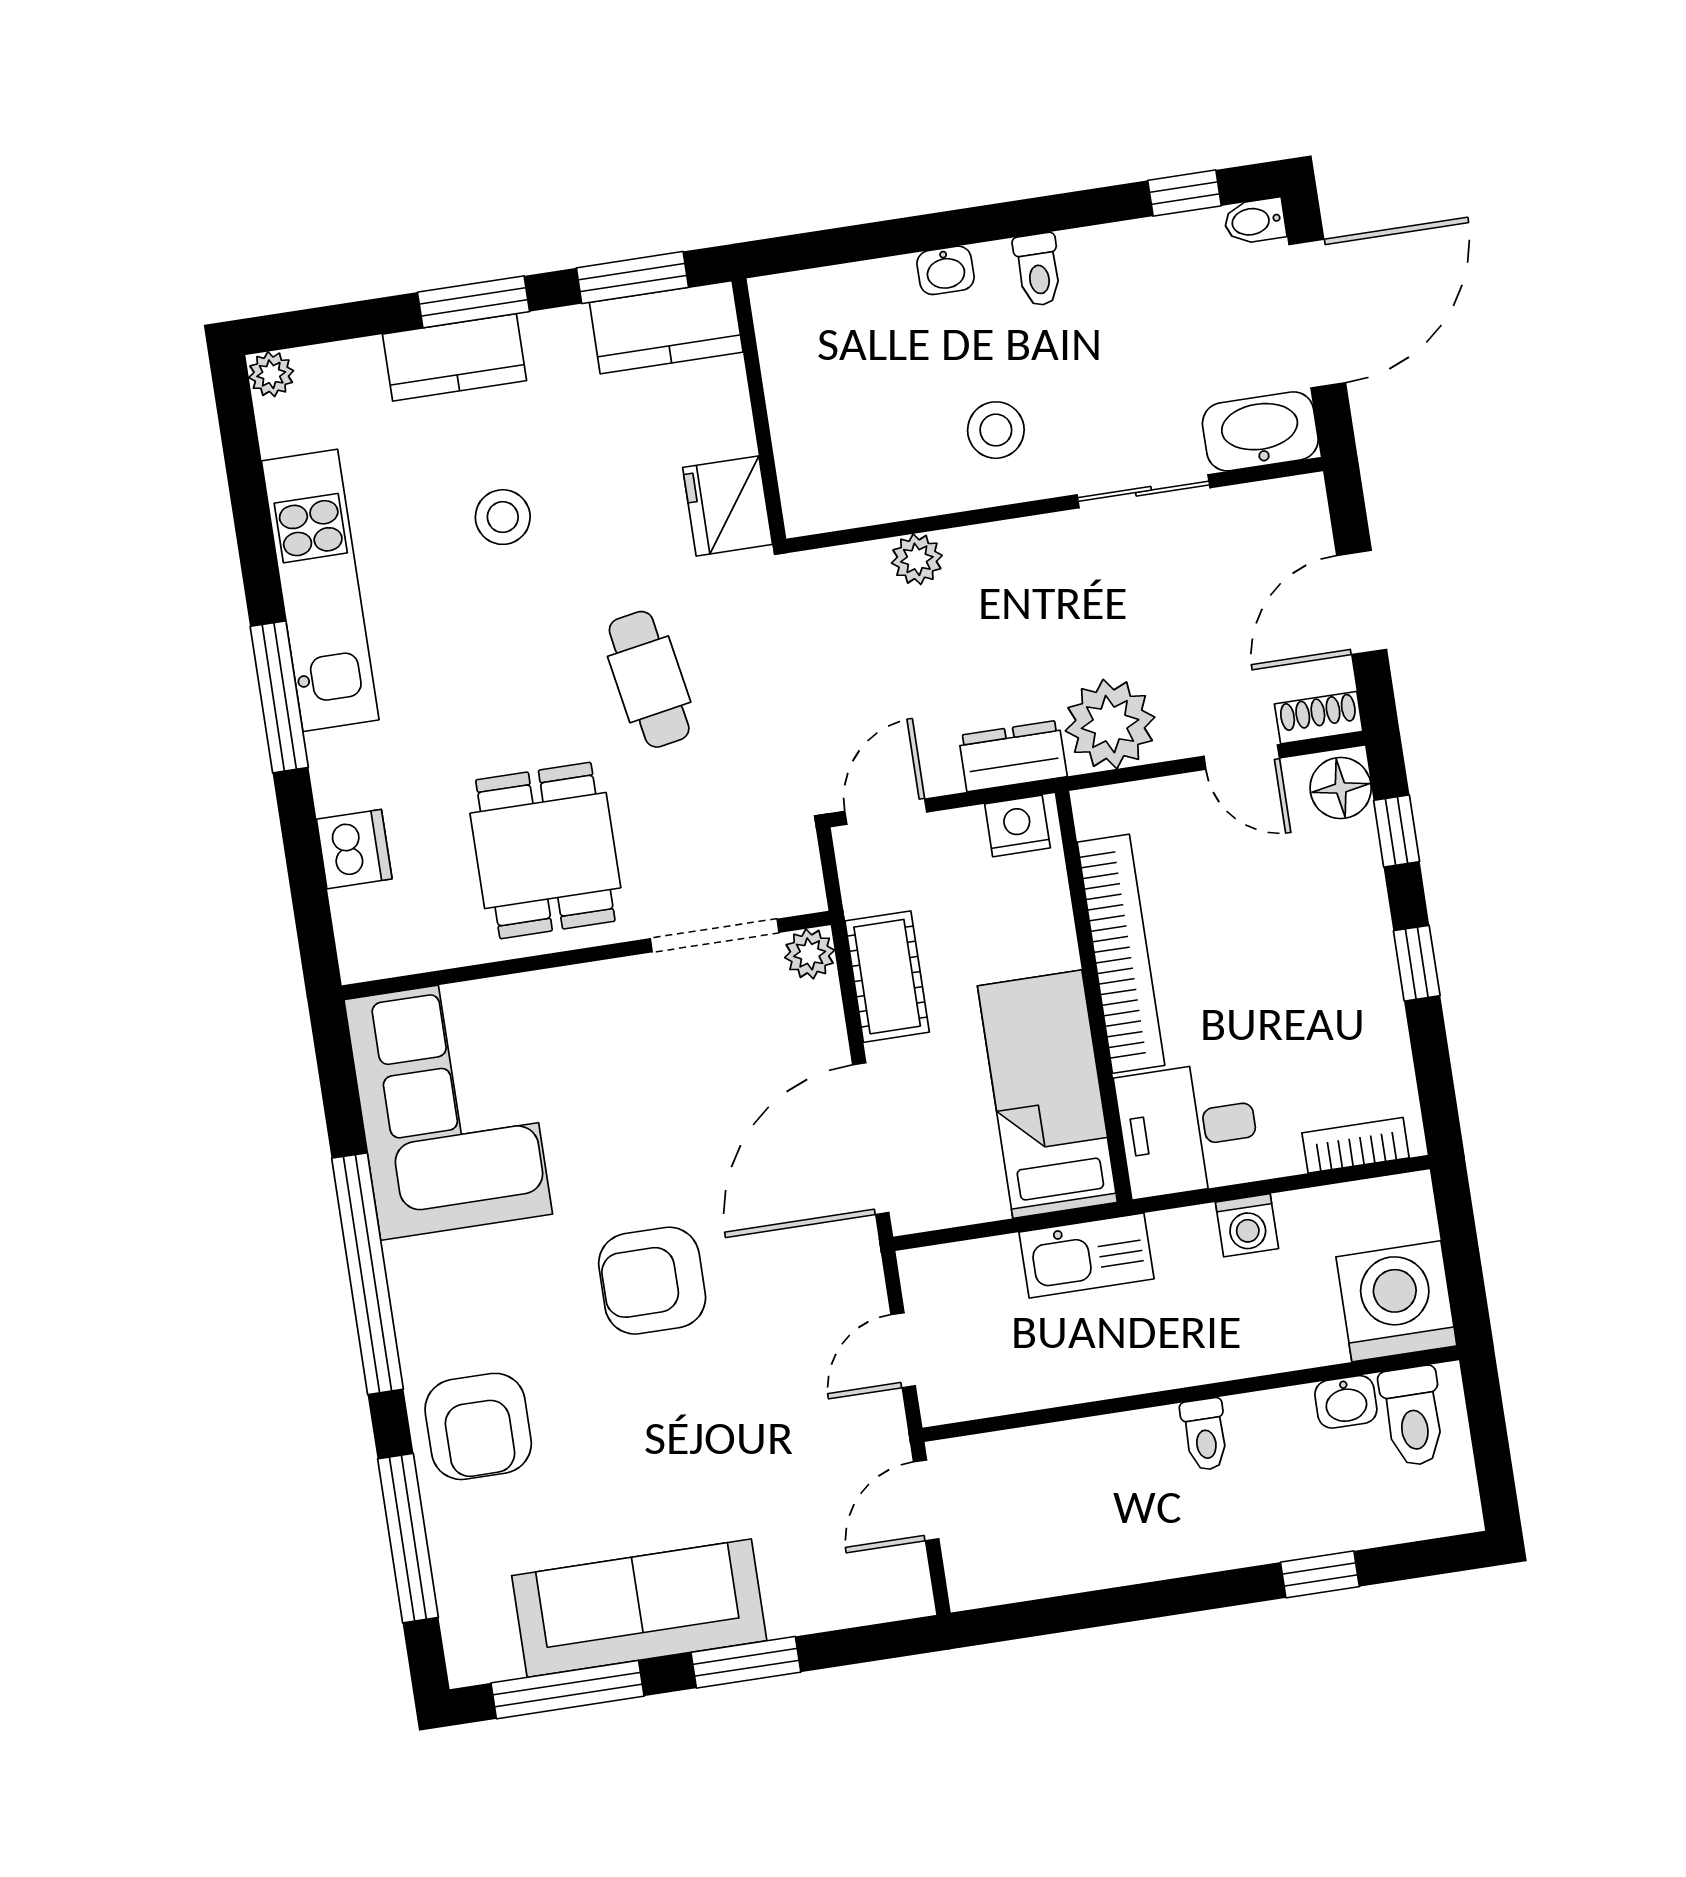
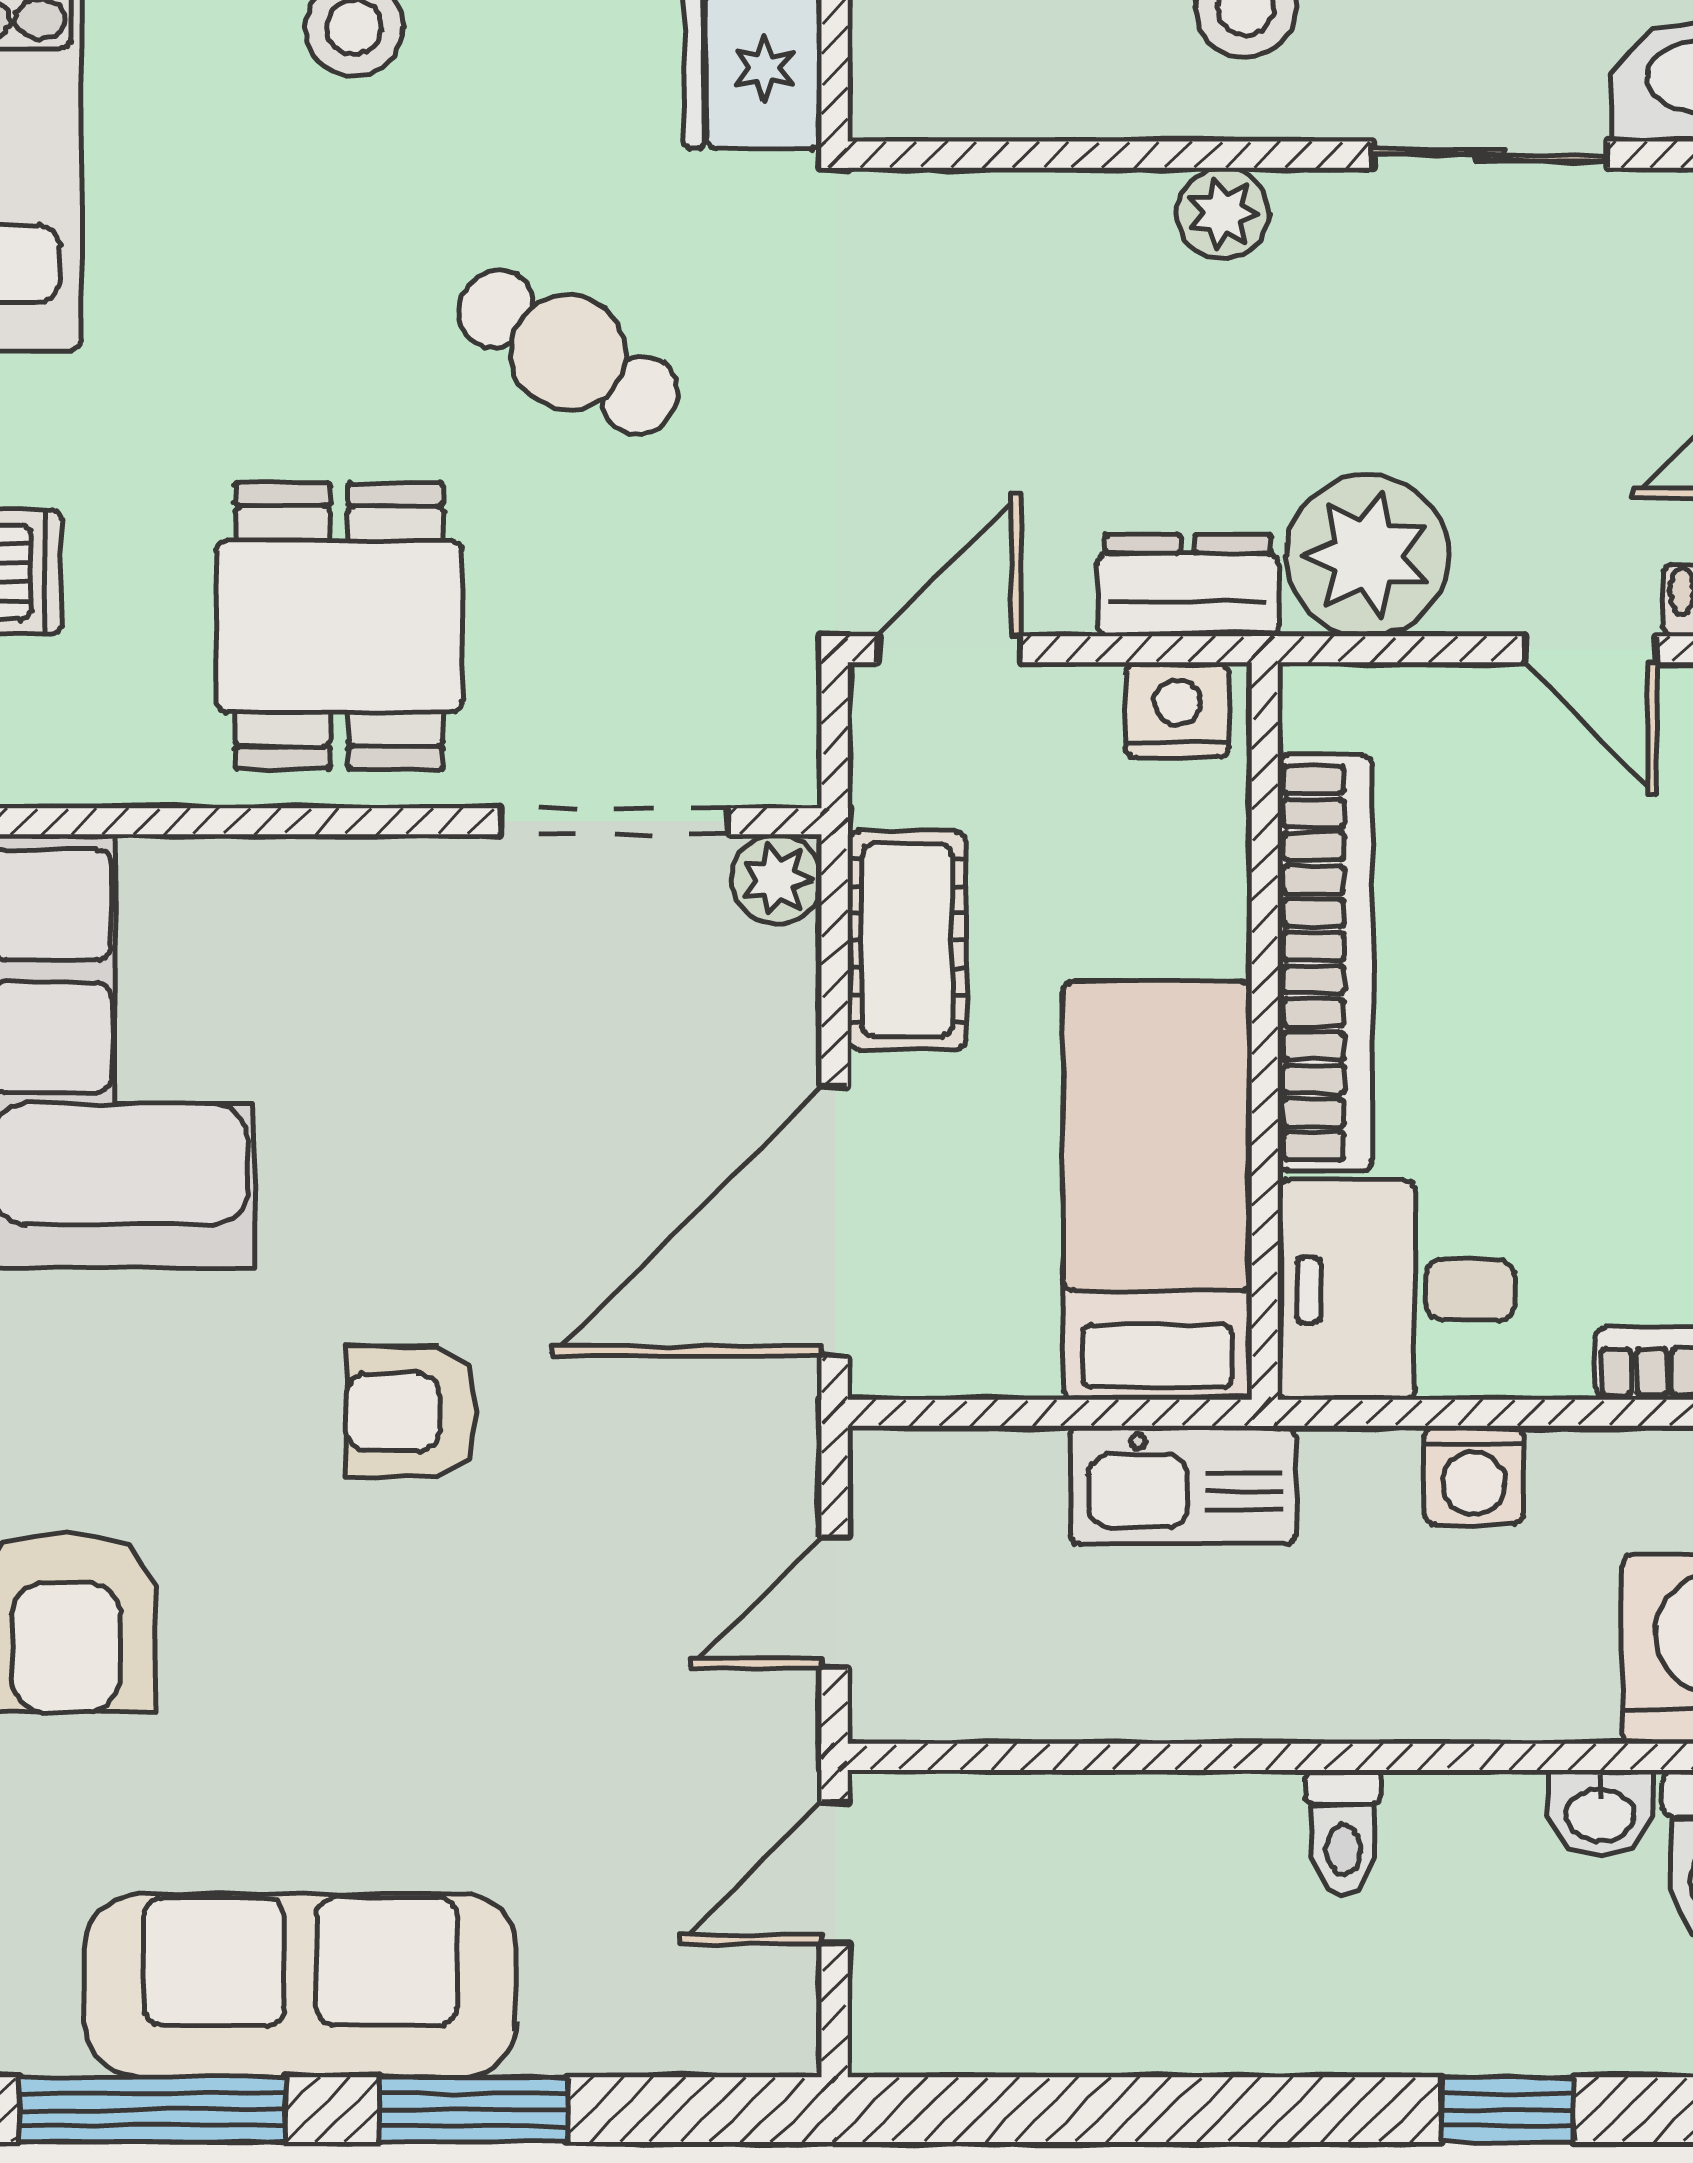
plant: (917, 559) -> (1223, 213), moved
cafe table: (649, 679) -> (568, 352), turned -49
armchair: (652, 1281) -> (411, 1412), width x0.72, depth x0.72

